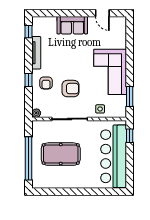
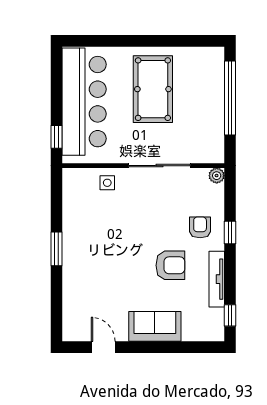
corner sofa: (110, 72) -> (90, 246), removed
armchair: (70, 89) -> (170, 265), moved, turned 180
window: (130, 96) -> (57, 249), moved
pool table: (61, 154) -> (153, 89), moved, turned 90

